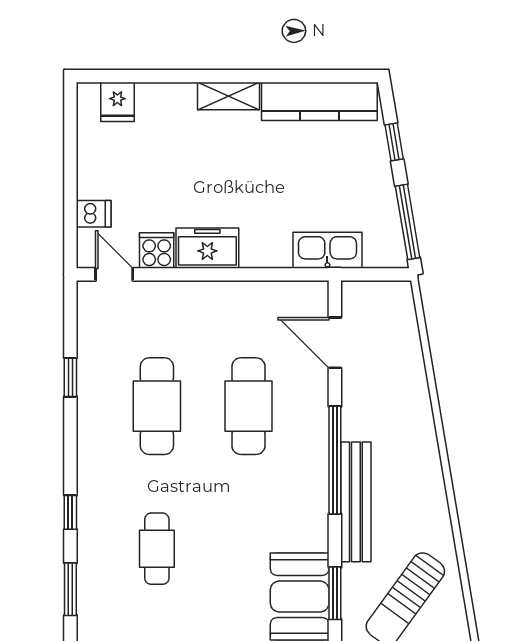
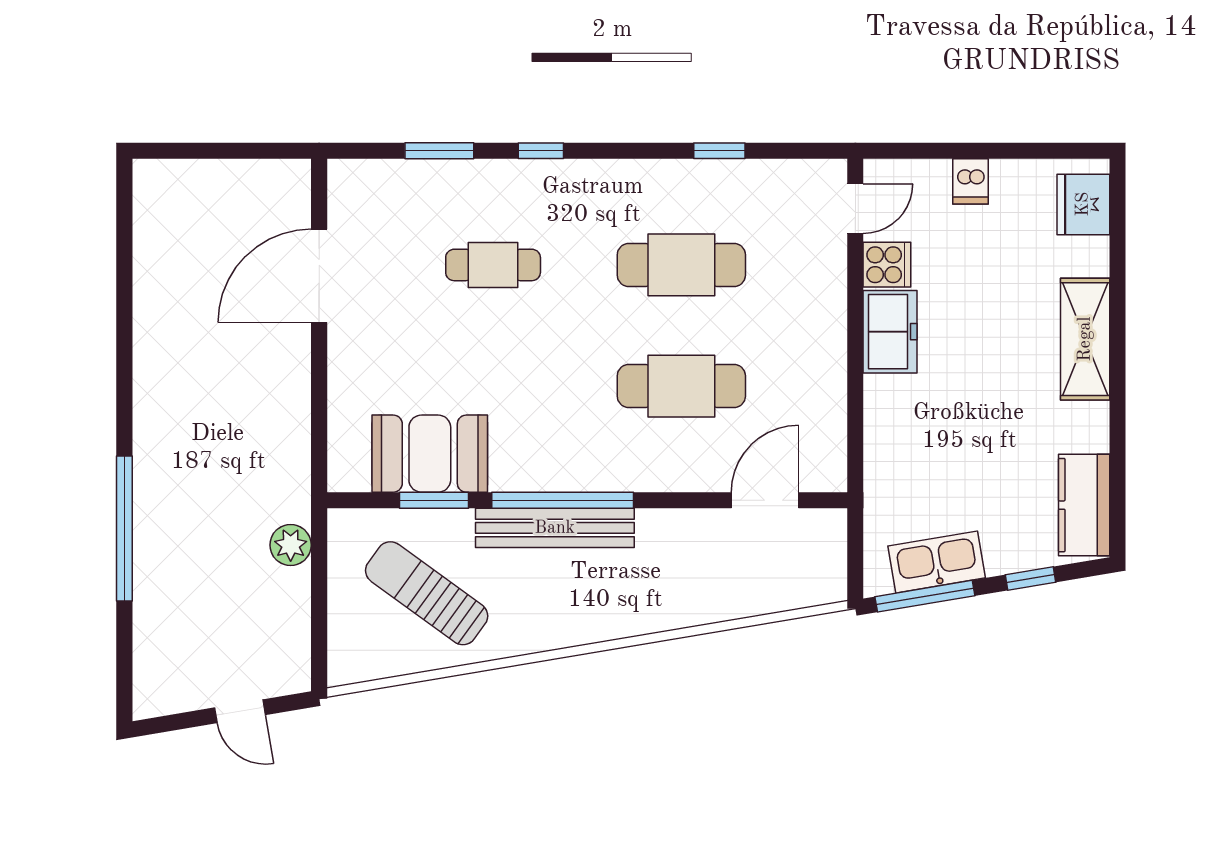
shelving: (228, 96) -> (1085, 339), width x1.50, depth x1.33
kitchen counter: (319, 101) -> (1084, 505), width x0.67
fridge: (117, 102) -> (1083, 204), width x1.38
dishwasher: (94, 214) -> (971, 181), moved
kitchen sink: (327, 250) -> (937, 562), moved, turned -100
window: (335, 460) -> (563, 500), moved

